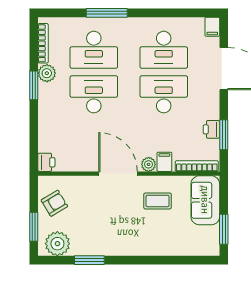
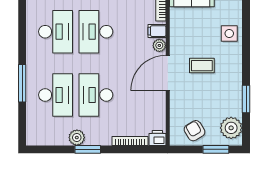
bookcase: (43, 43) -> (130, 141), moved
coffee table: (157, 201) -> (202, 66), moved, turned 90
side table: (162, 242) -> (229, 33), added

